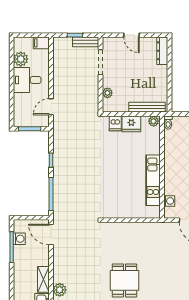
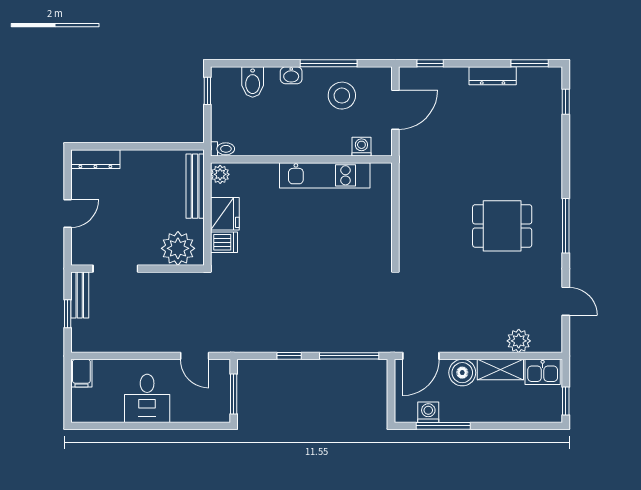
plant: (21, 59) -> (110, 410), removed
plant: (107, 93) -> (178, 248), width x1.88, depth x1.88
boiler: (42, 258) -> (462, 373), added

